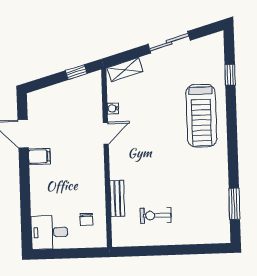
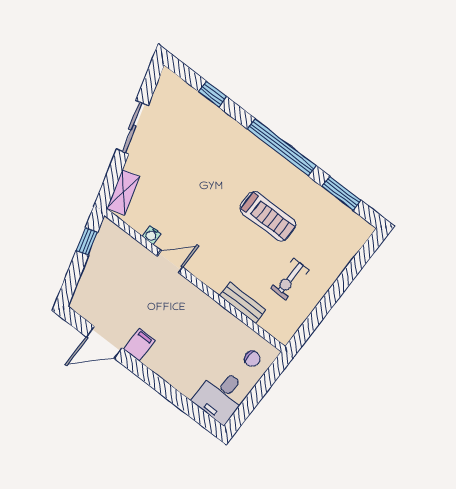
treadmill: (201, 116) -> (268, 216), moved, width x0.73, depth x0.73
door: (106, 133) -> (170, 262), hinge flipped
window: (232, 144) -> (282, 147), added
chair: (86, 219) -> (252, 359), moved

